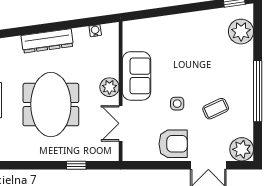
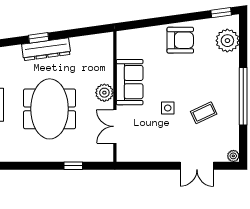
window: (39, 29) -> (39, 38), added
water cooler: (95, 31) -> (91, 40), removed
armchair: (173, 144) -> (180, 40), moved
plant: (242, 149) -> (233, 156), width x0.53, depth x0.53

